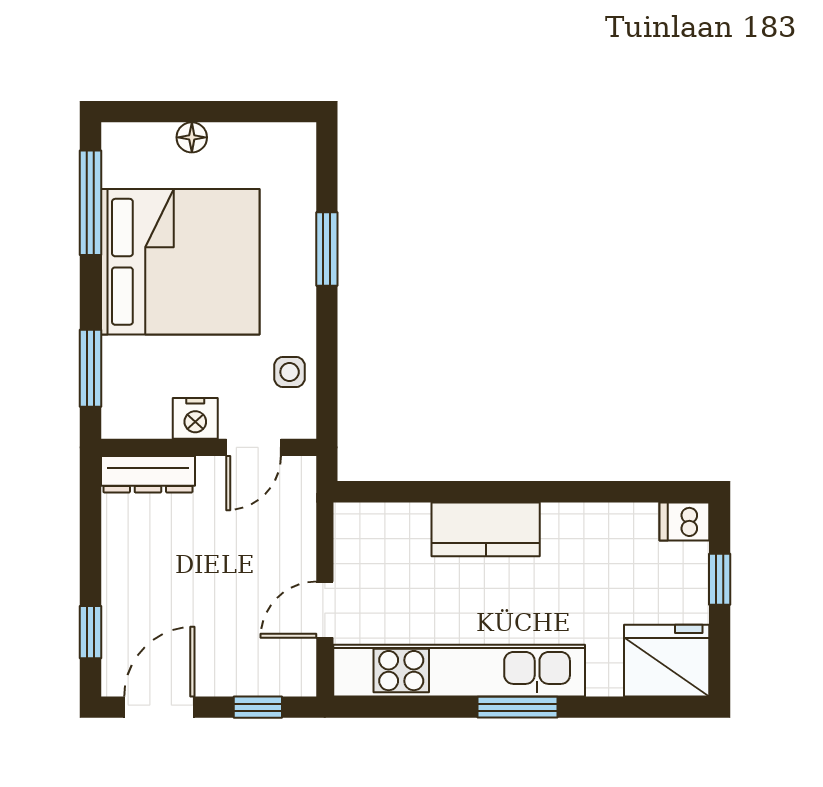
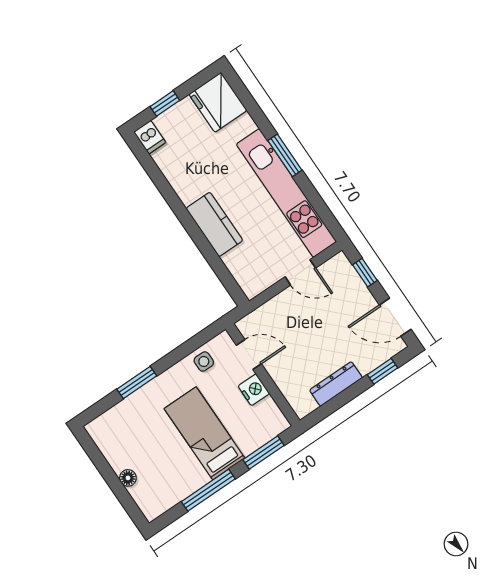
window: (90, 203) -> (208, 490), moved
bed: (180, 262) -> (204, 433), width x0.49
dresser: (148, 474) -> (336, 384), moved, turned -90

